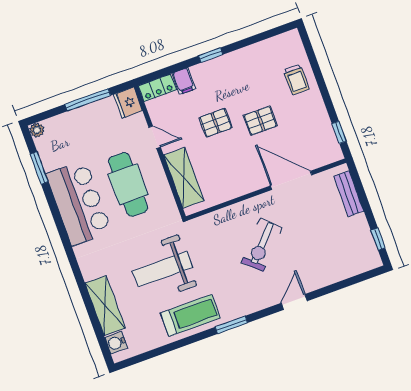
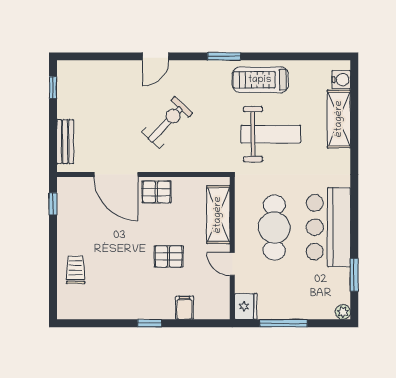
locker: (157, 88) -> (212, 311), removed
pallet: (260, 121) -> (156, 192), moved

